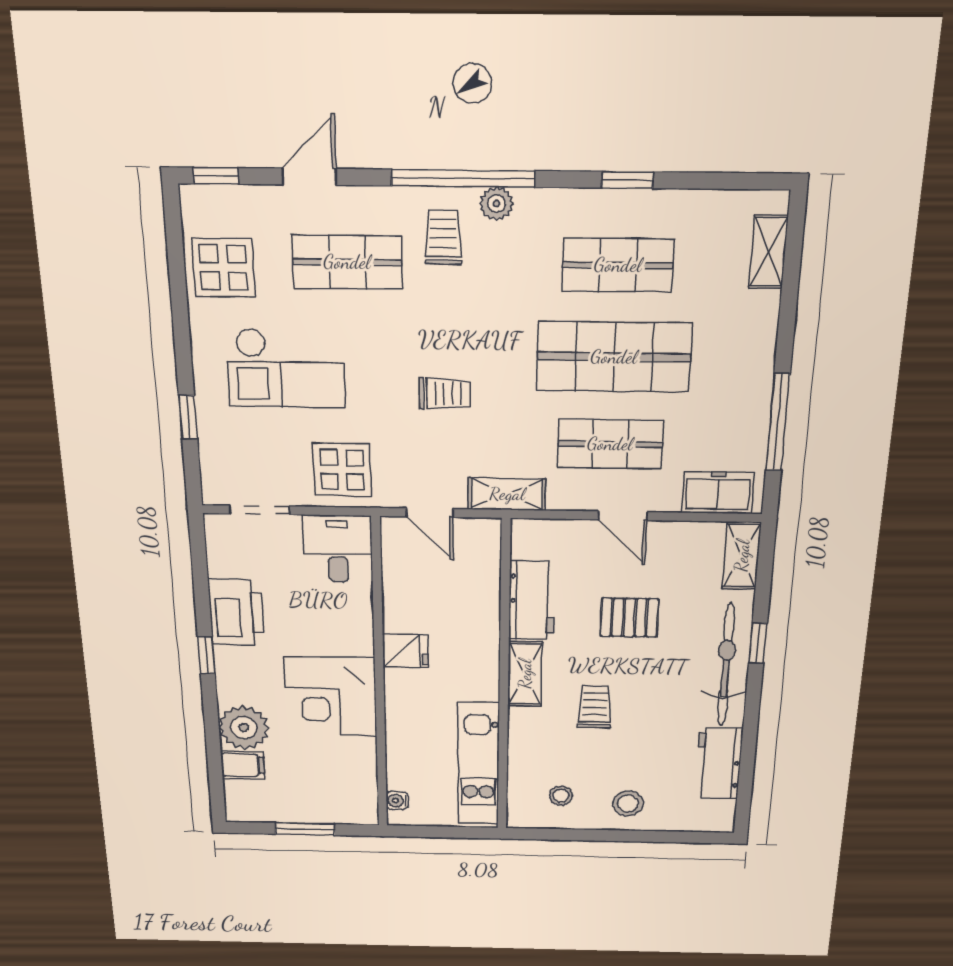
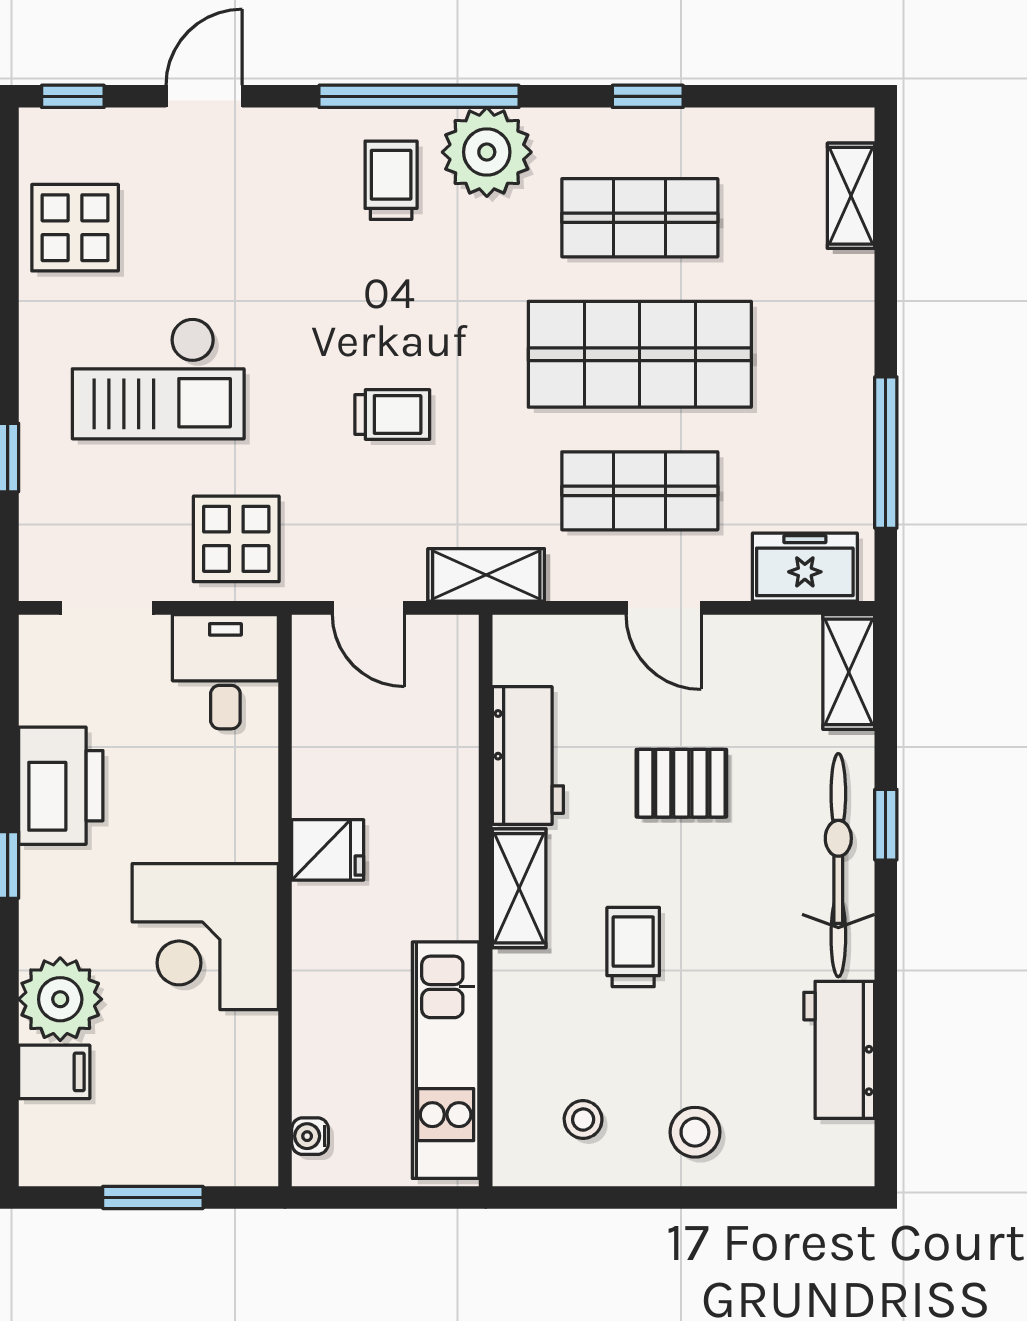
plant: (496, 204) -> (487, 152), width x1.88, depth x1.88
shop shelf: (347, 262) -> (253, 218), removed

